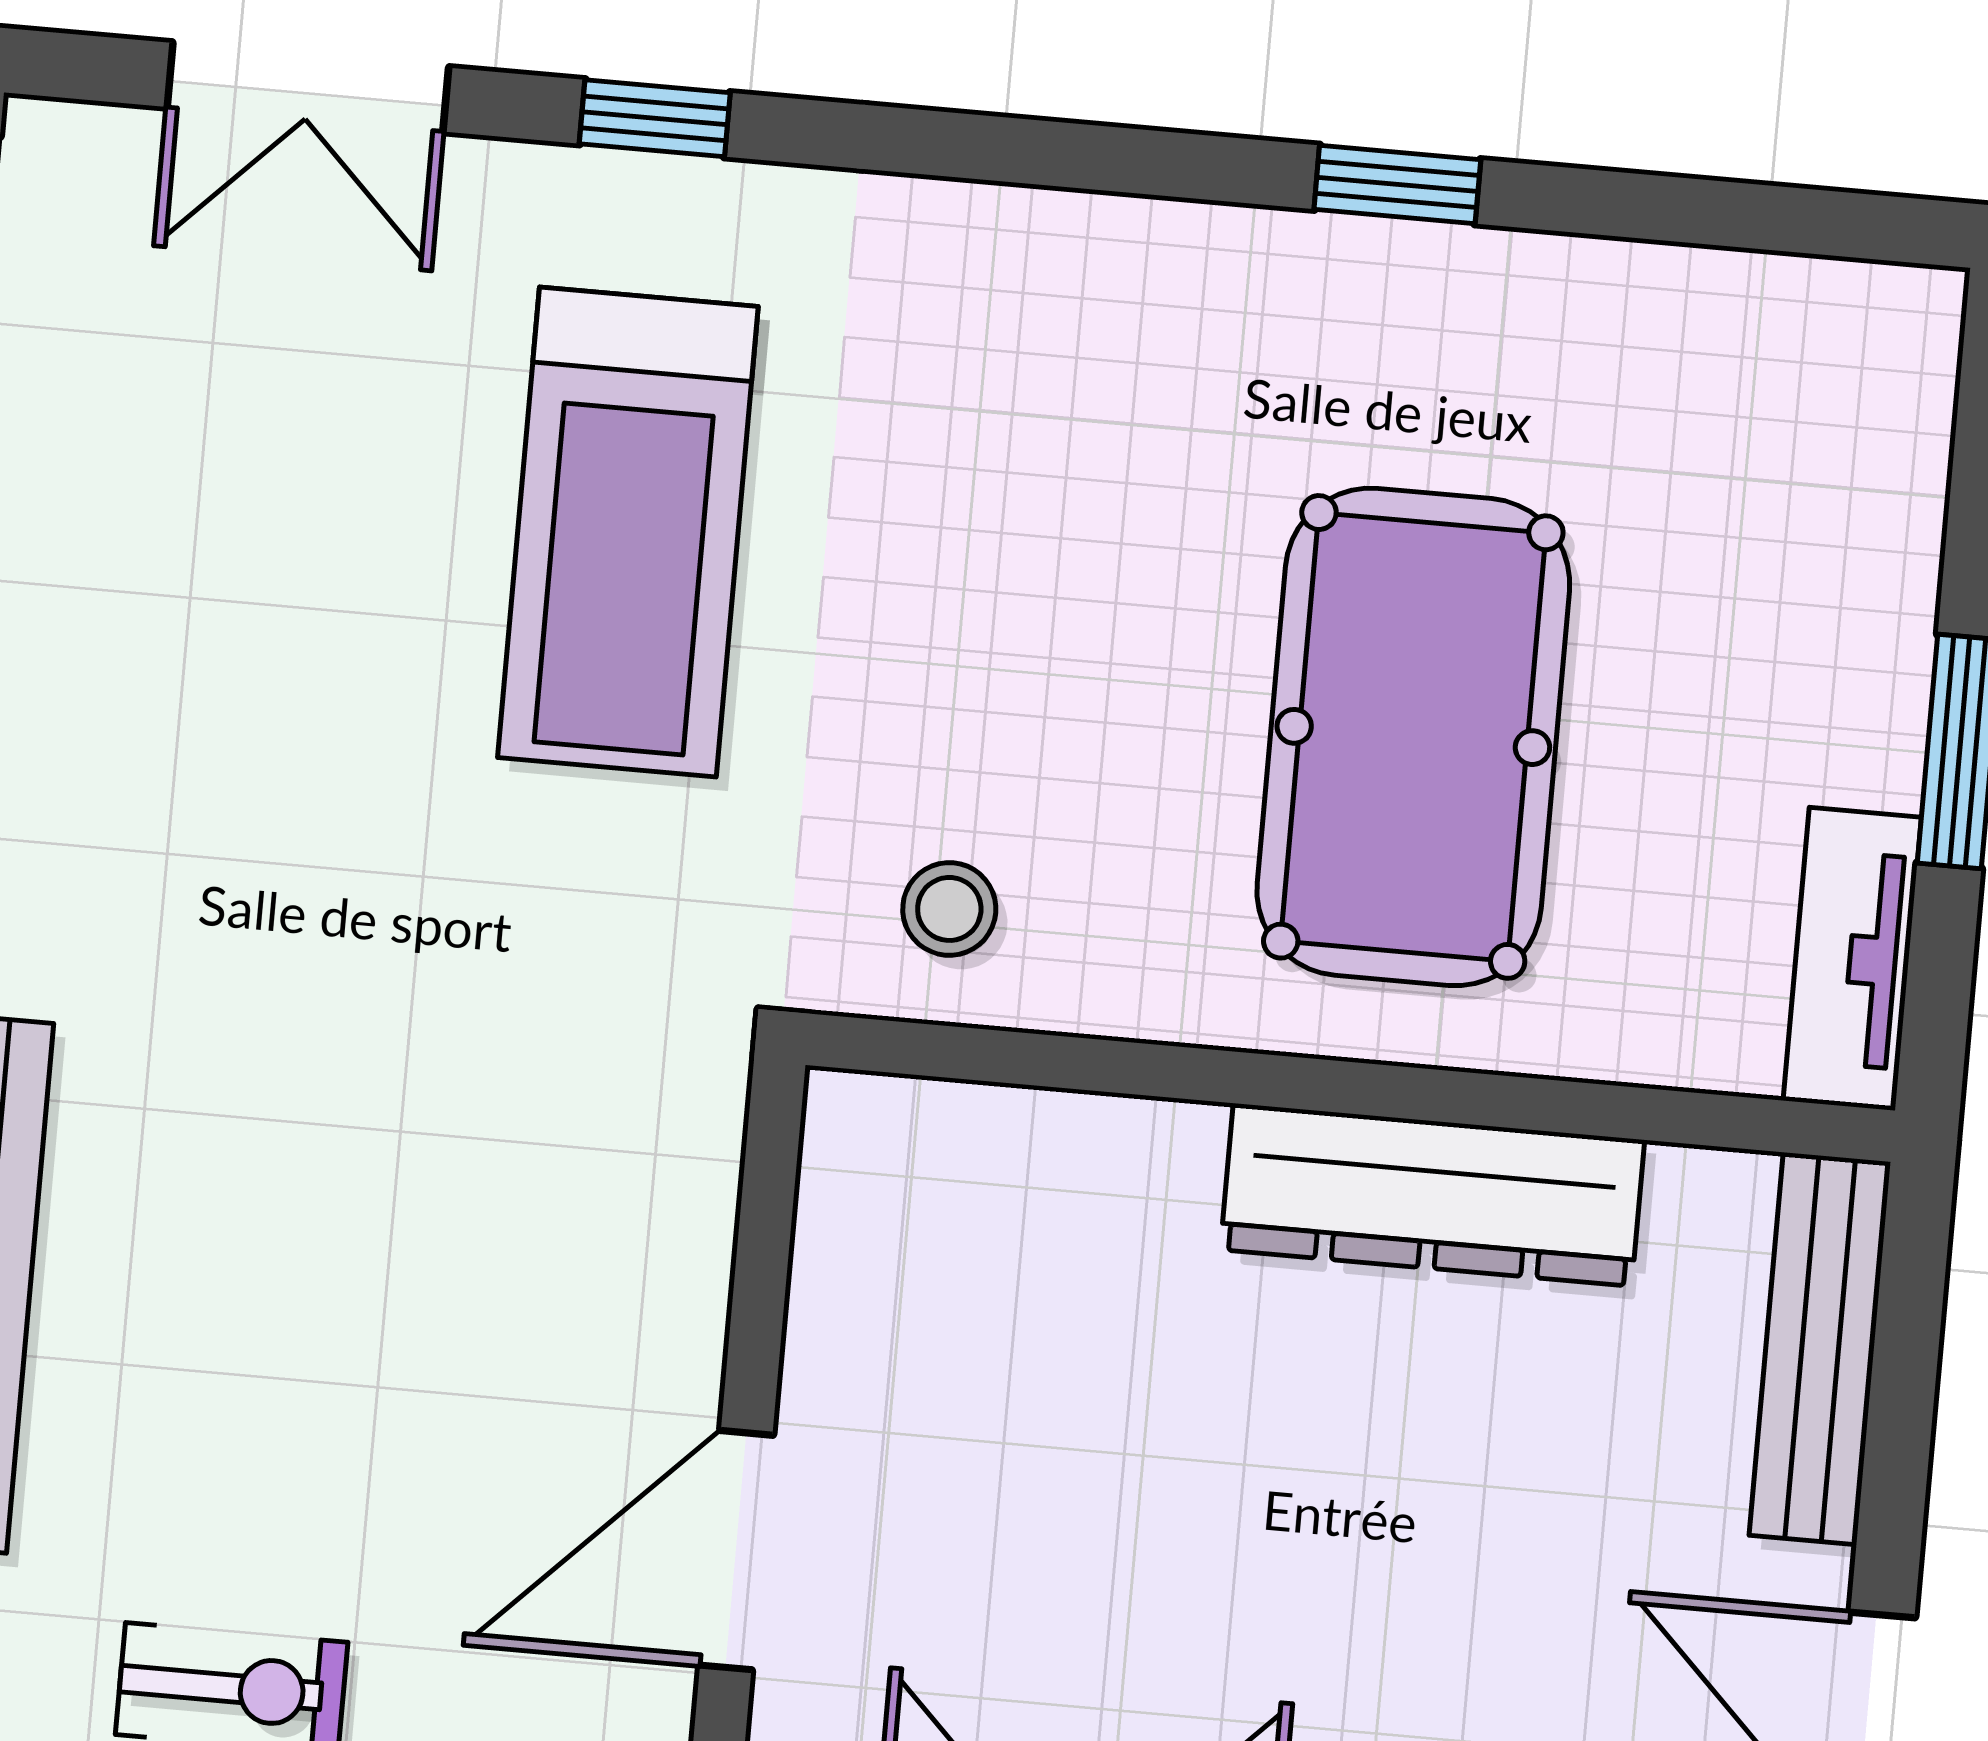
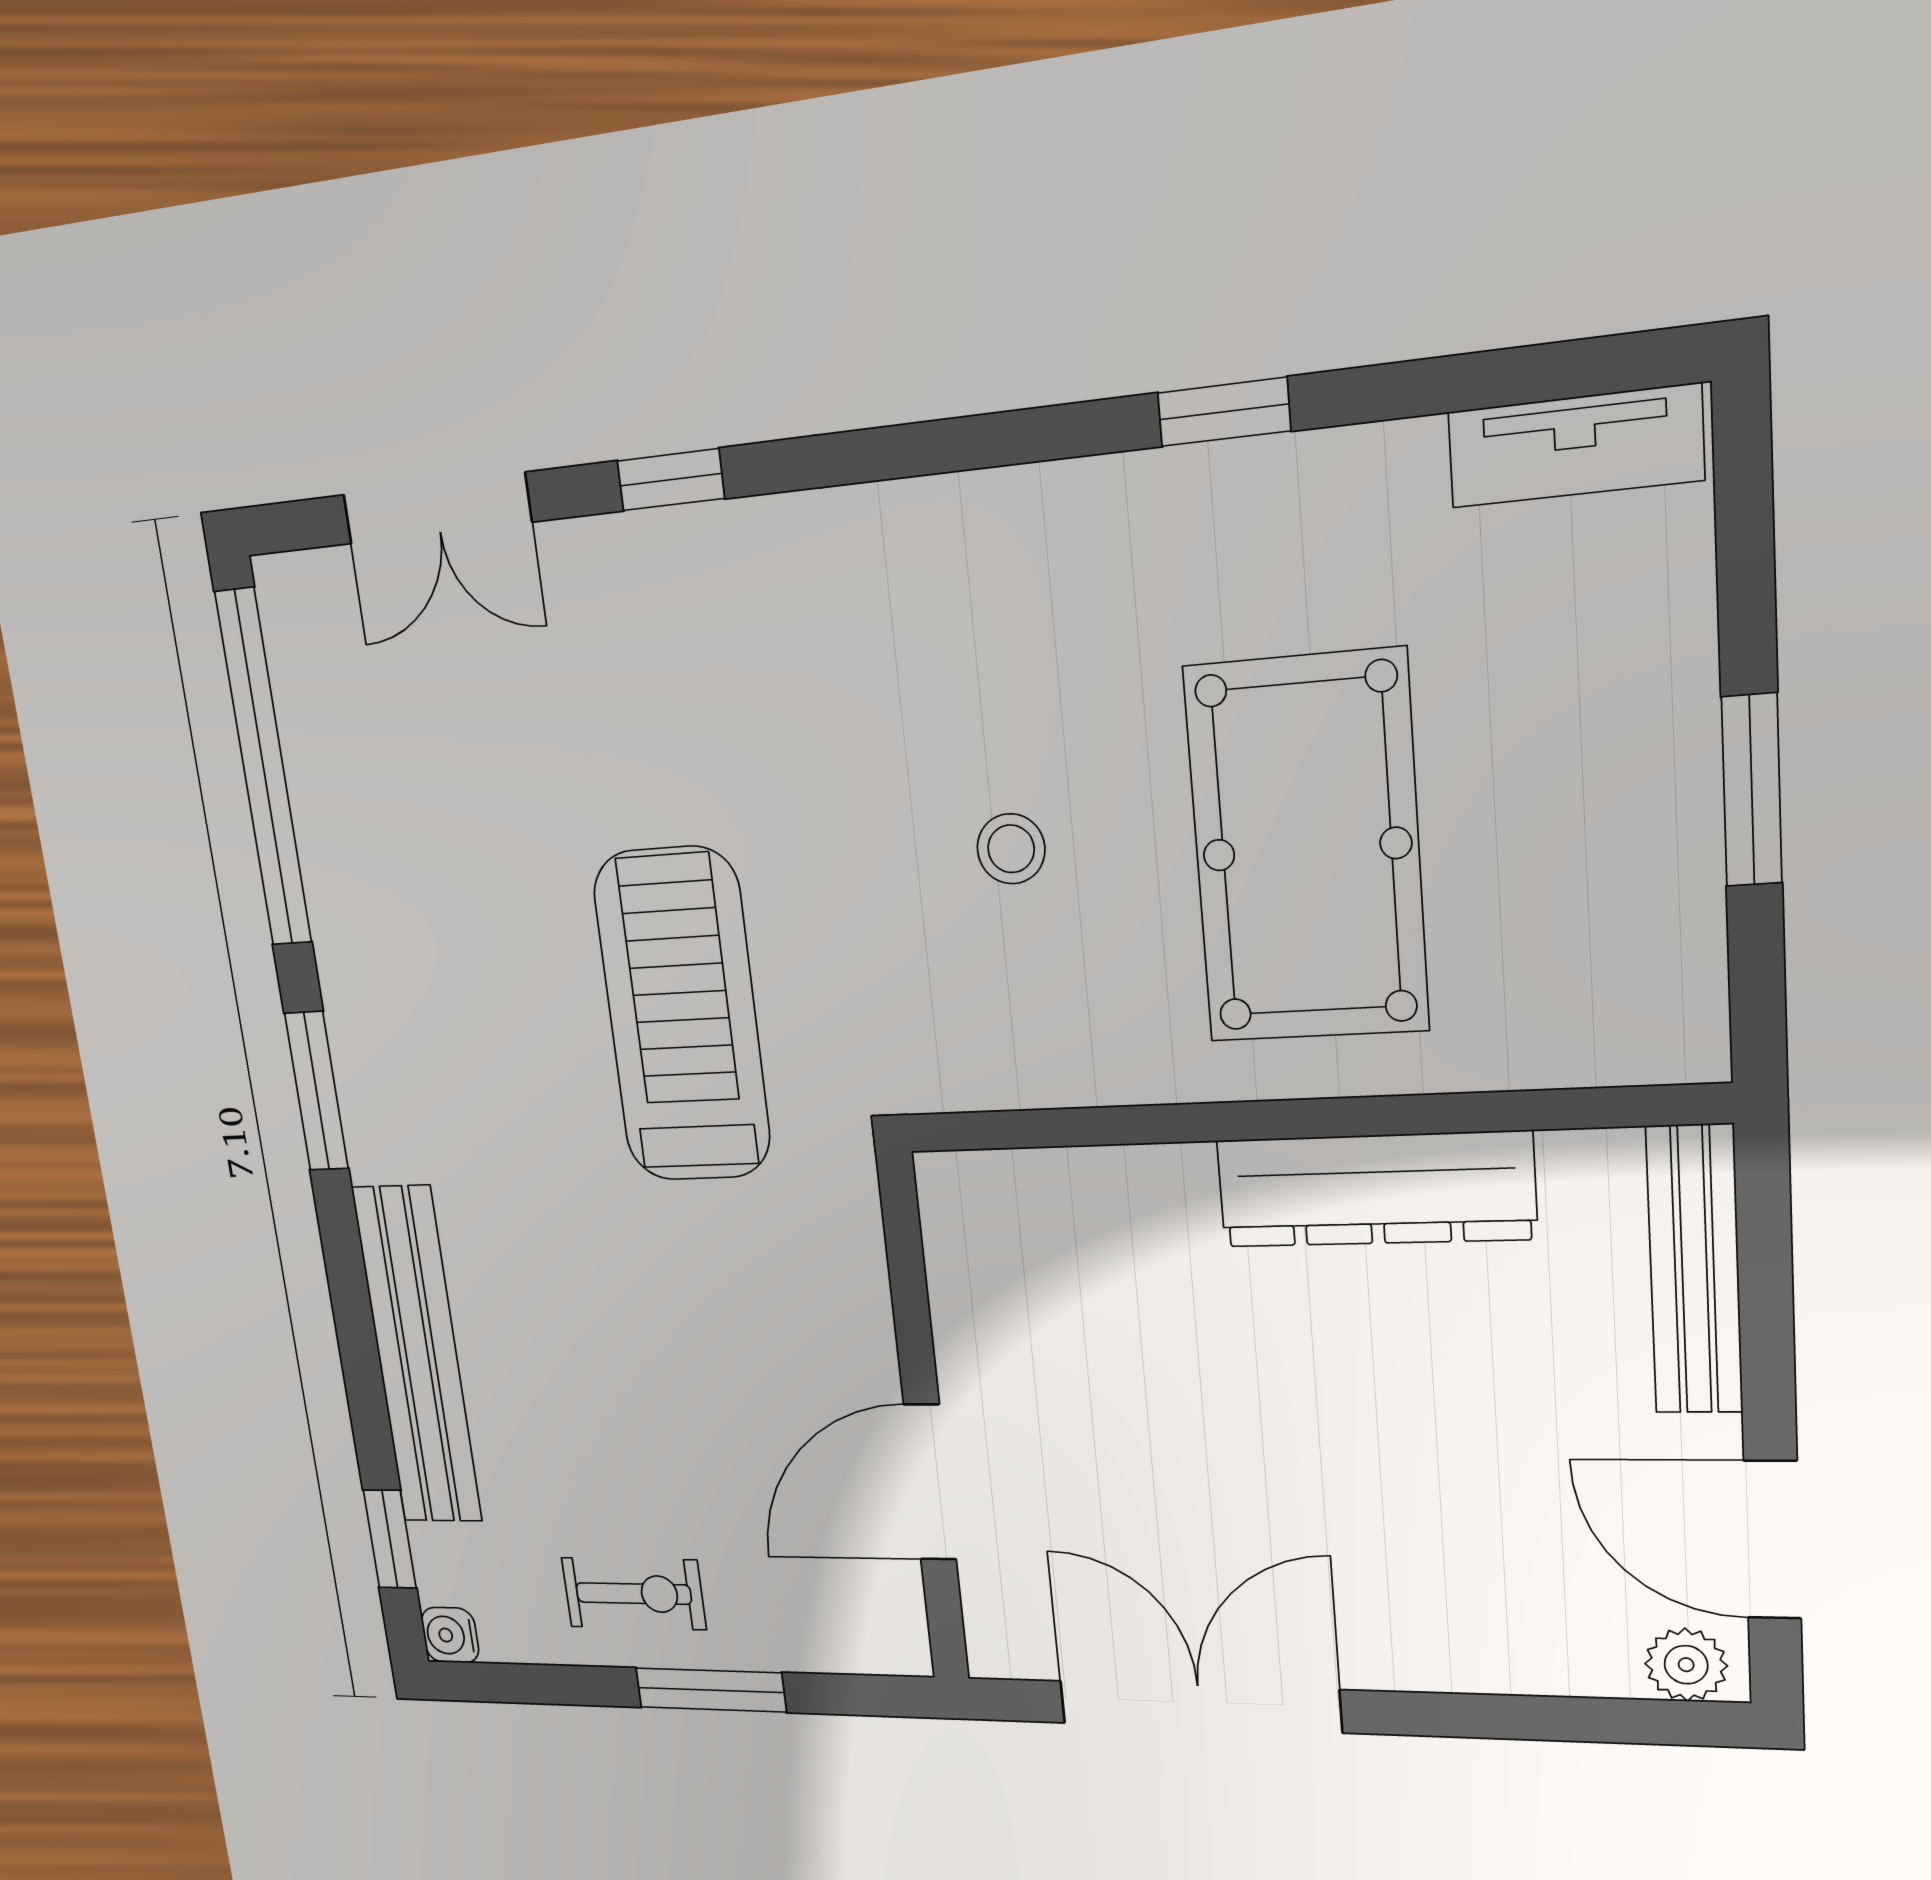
treadmill: (628, 532) -> (682, 1016), moved, turned 180
stool: (949, 909) -> (1011, 849), moved
tv unit: (1852, 959) -> (1575, 446), moved, turned -90

